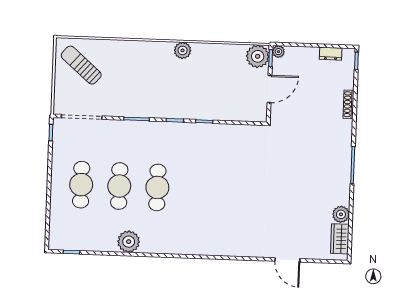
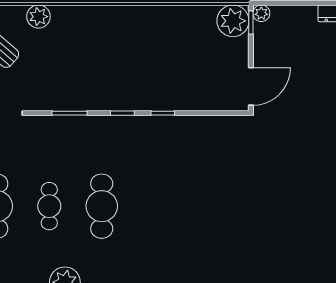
plant: (183, 50) -> (38, 17), moved
door: (269, 89) -> (251, 86), moved
cafe table: (119, 186) -> (49, 206), width x0.73, depth x0.74

